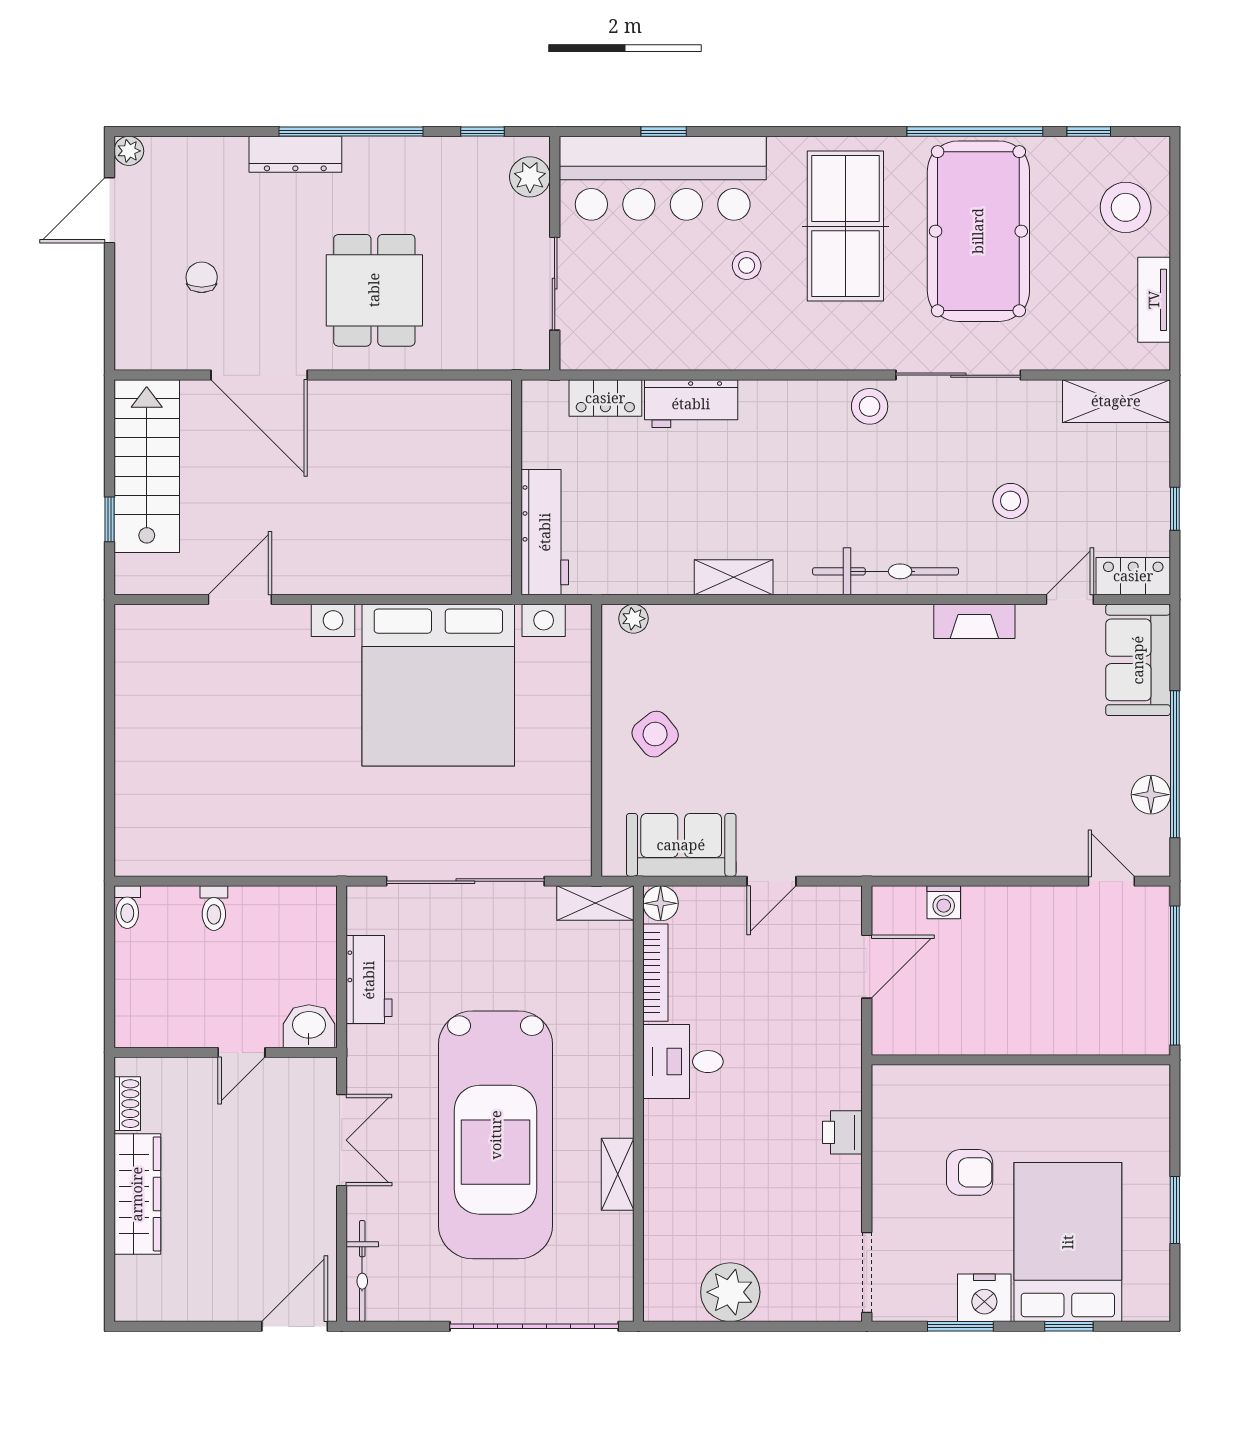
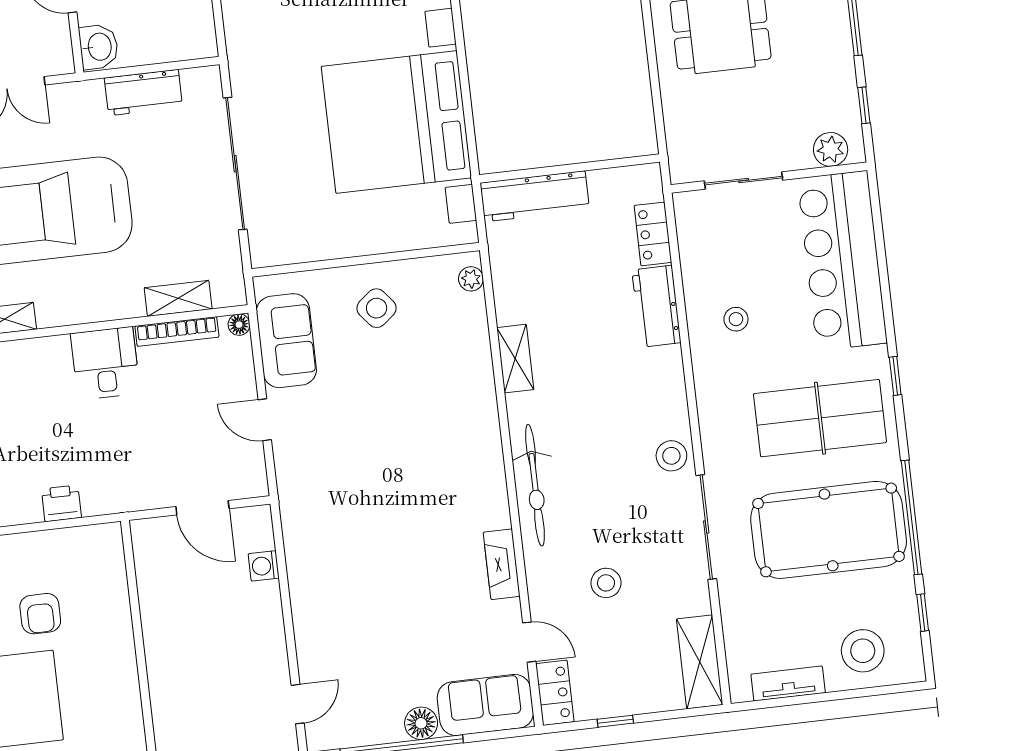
window: (664, 132) -> (895, 376), moved
stool: (747, 266) -> (736, 319), moved
floor lamp: (1151, 795) -> (421, 723), moved
shelving: (595, 903) -> (178, 298), moved, turned 90
floor lamp: (661, 903) -> (239, 325), width x0.73, depth x0.73

